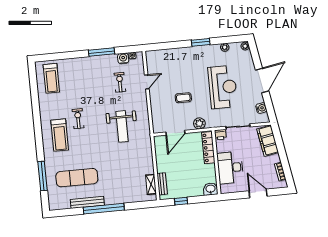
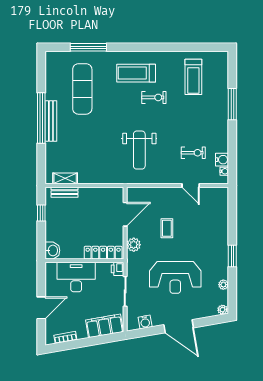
window: (101, 52) -> (232, 104), moved
treadmill: (51, 78) -> (193, 77), moved, turned -90
weight bench: (122, 126) -> (139, 150), turned -90
door: (175, 133) -> (125, 214), swing flipped
bench: (87, 202) -> (51, 121), moved

